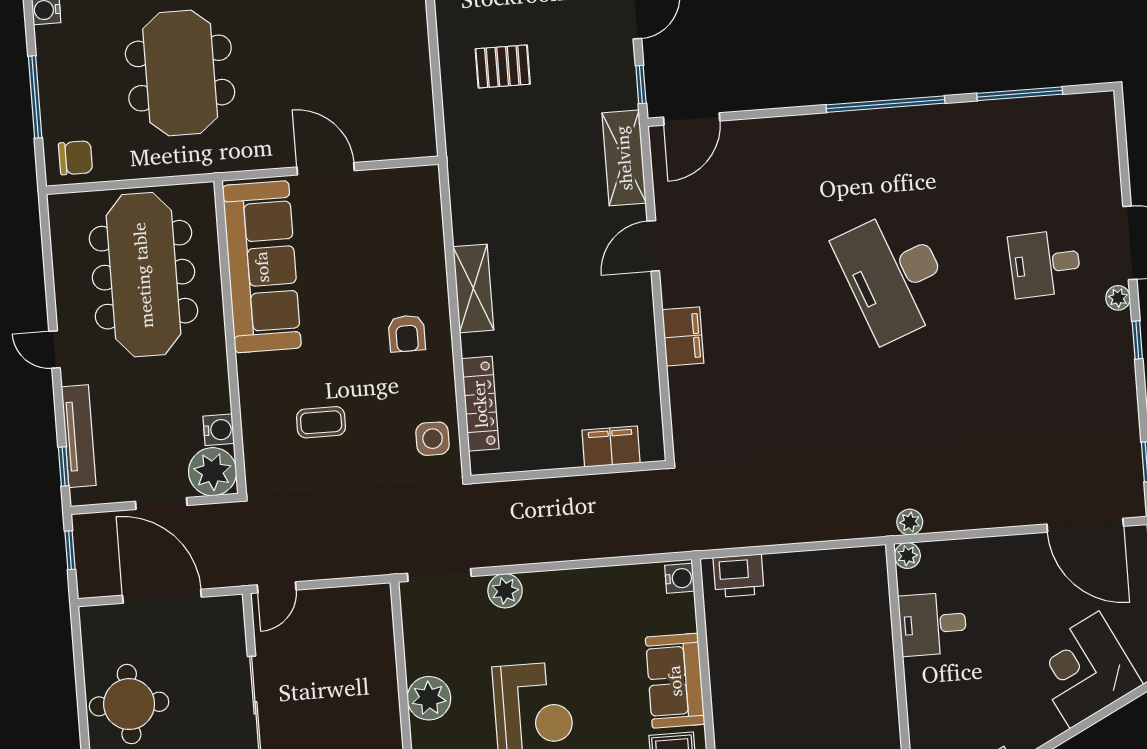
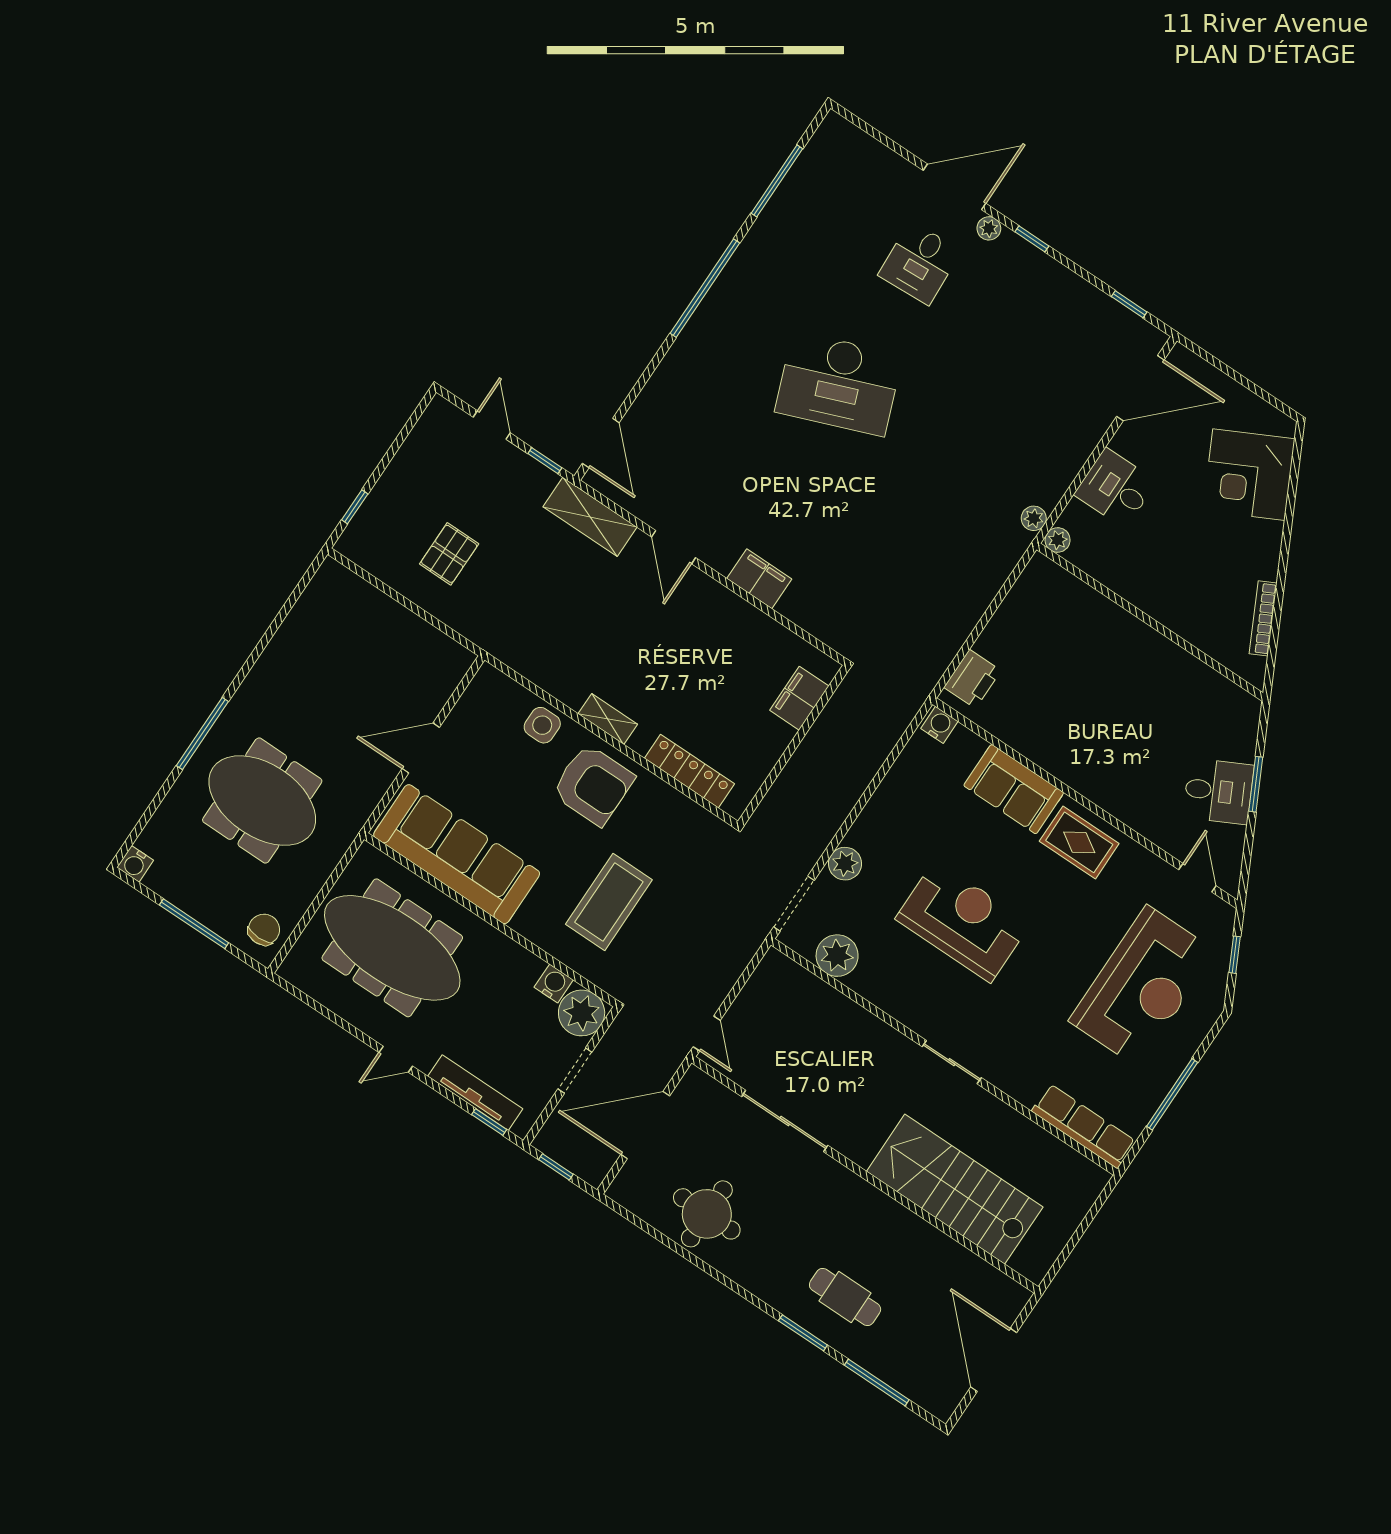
shelving: (473, 288) -> (608, 719), width x0.67, depth x0.75
armchair: (407, 333) -> (593, 785), width x1.88, depth x1.88
coffee table: (321, 422) -> (609, 902), width x1.86, depth x1.72
side table: (433, 439) -> (542, 725), moved
desk: (933, 624) -> (1115, 488), moved, turned 90
plant: (429, 698) -> (837, 956), moved

